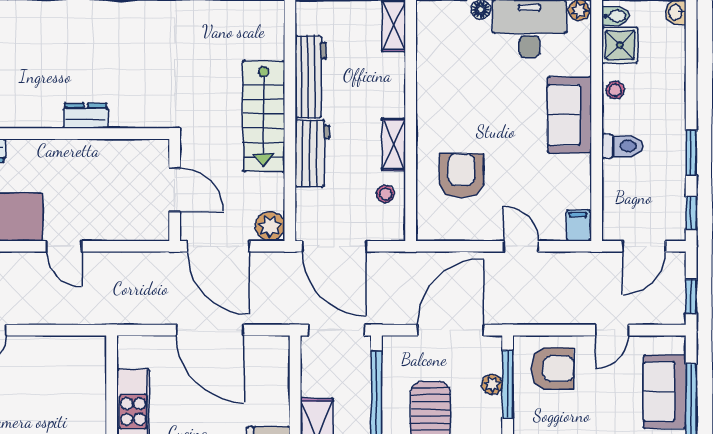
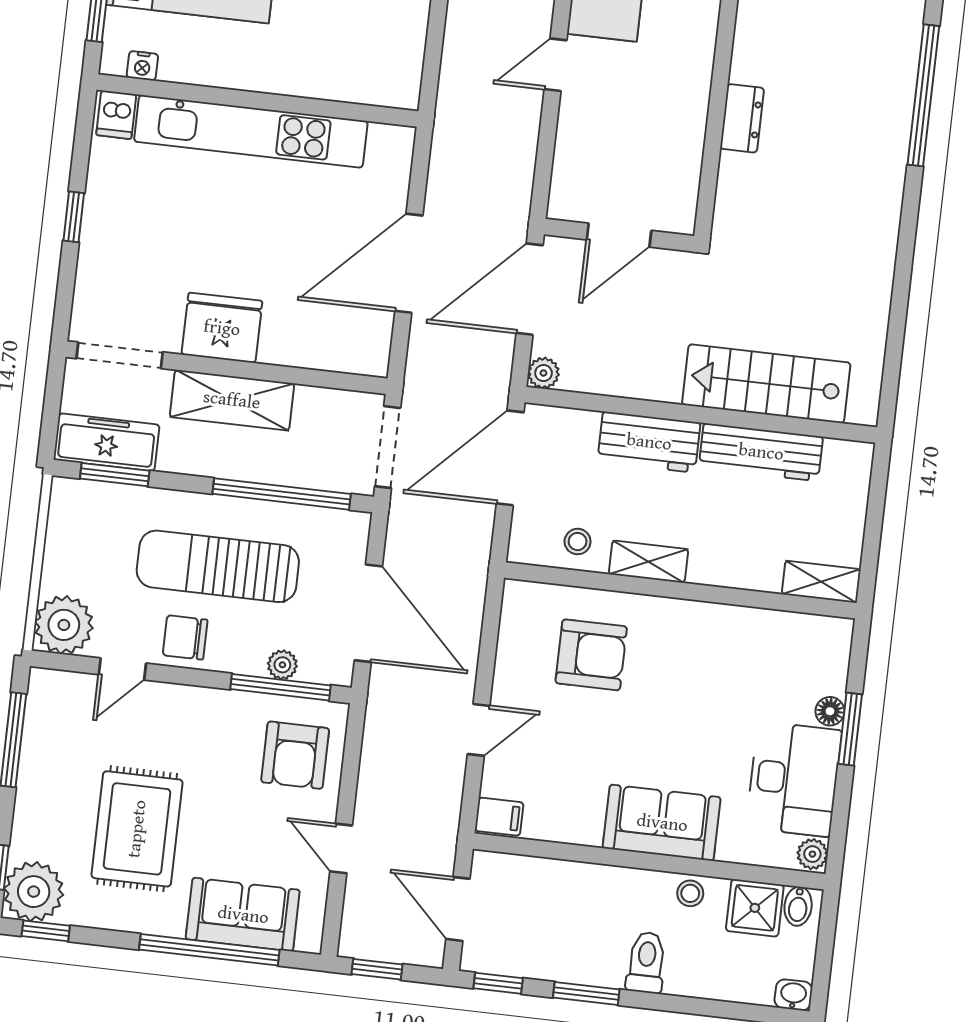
stairs: (264, 116) -> (766, 384), moved
toilet: (622, 146) -> (646, 962), moved, turned 180
plant: (270, 226) -> (543, 373), width x0.73, depth x0.73

